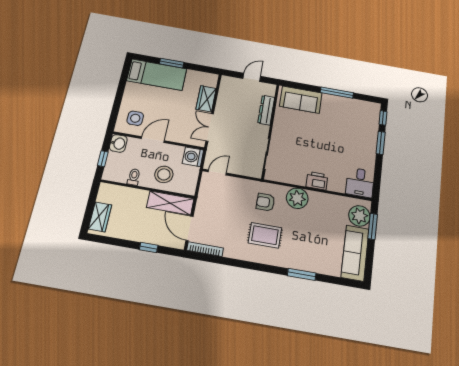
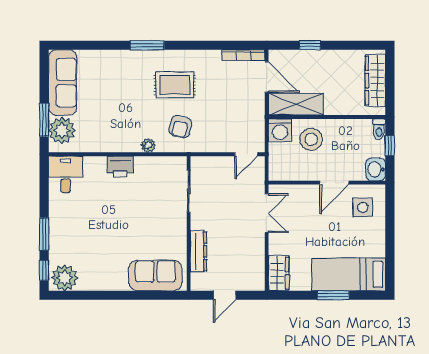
window: (337, 93) -> (109, 295), removed
wardrobe: (206, 99) -> (279, 273), moved
plant: (368, 110) -> (65, 278), added
washing machine: (193, 157) -> (280, 130), moved, turned 90
toilet: (134, 177) -> (379, 129), moved
plant: (297, 198) -> (148, 145), width x0.53, depth x0.53
armchair: (266, 202) -> (180, 127), turned 103
wardrobe: (100, 217) -> (375, 81), width x1.50
window: (302, 274) -> (147, 45), moved

